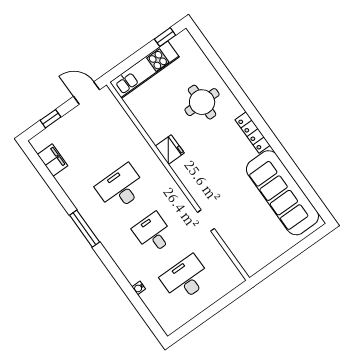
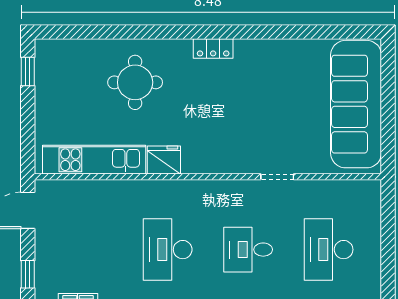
kitchen unit: (145, 70) -> (94, 160), moved, turned -90
locker: (253, 133) -> (213, 48), width x0.66
sofa: (282, 193) -> (356, 104), moved, turned 90

